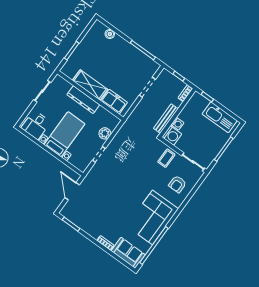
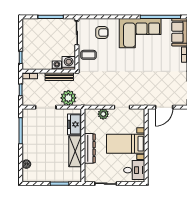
plant: (141, 113) -> (68, 98), added
kitchen sink: (220, 117) -> (29, 37), removed

